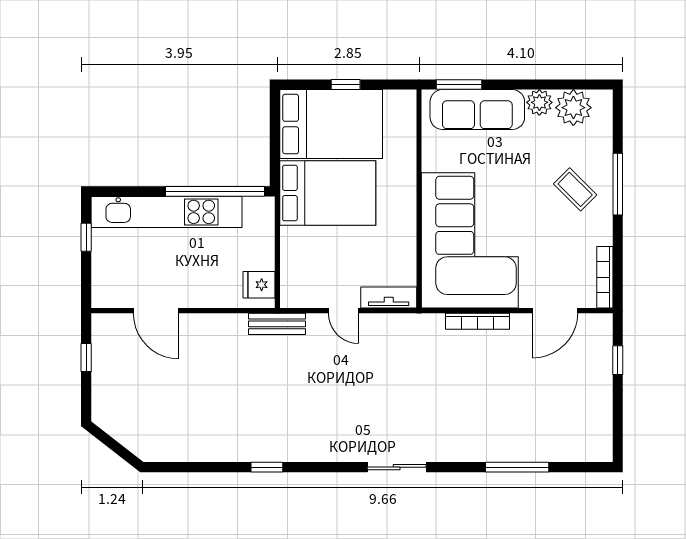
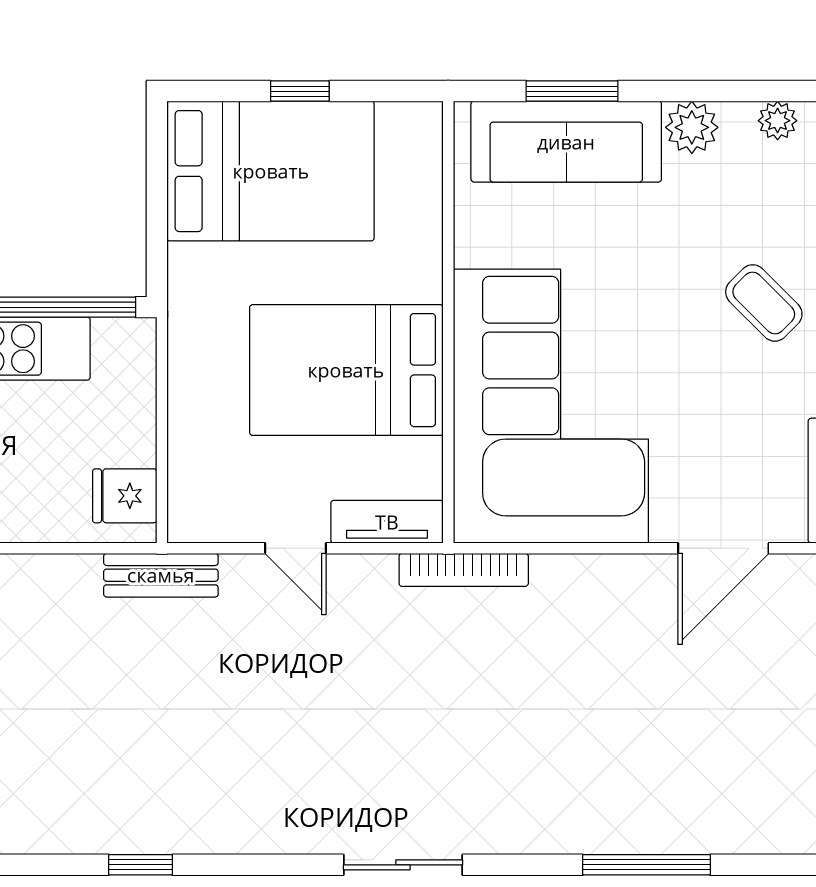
window: (459, 85) -> (572, 91), moved
plant: (573, 108) -> (778, 121), width x0.53, depth x0.53
bed: (328, 193) -> (346, 370), moved, turned 180
bookcase: (478, 321) -> (464, 570), moved

